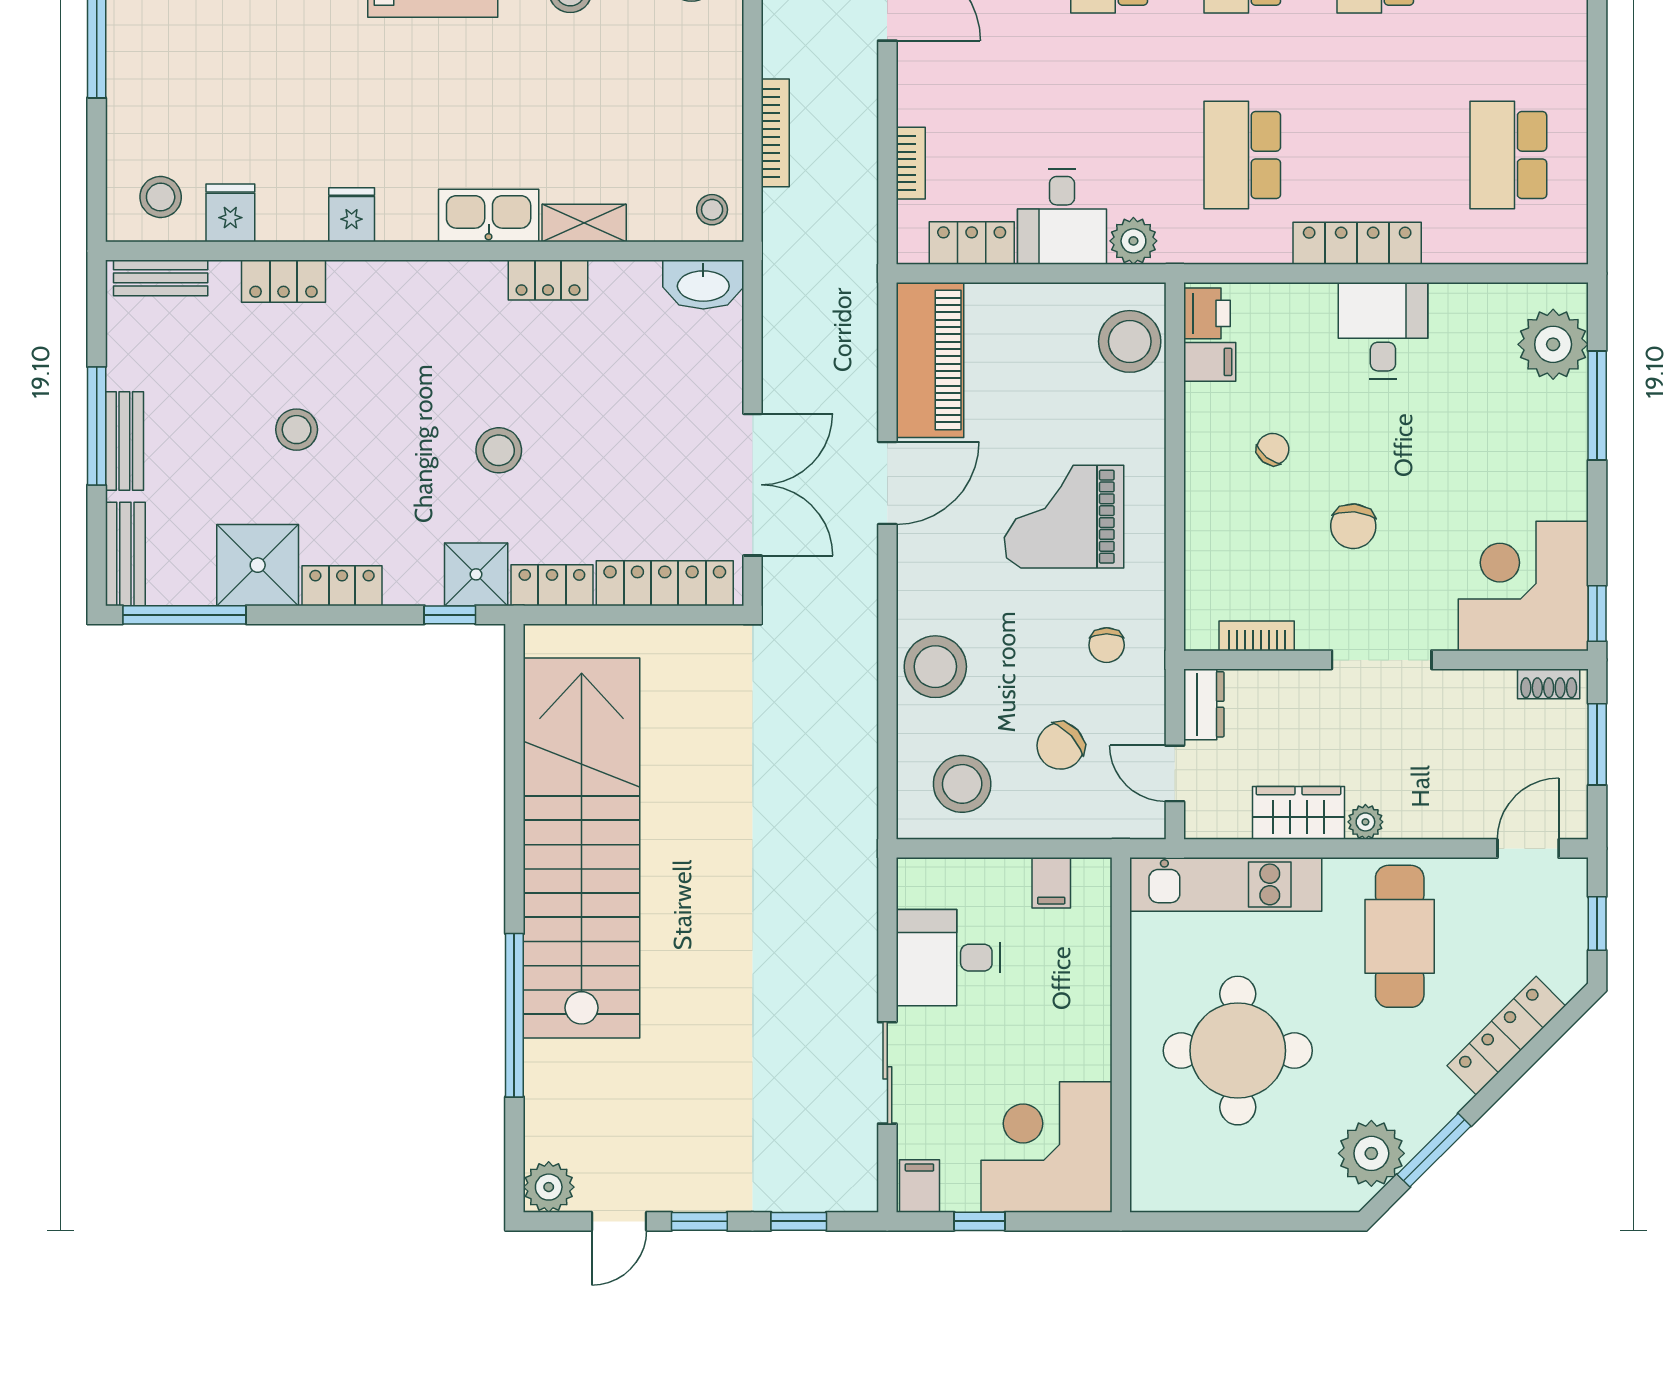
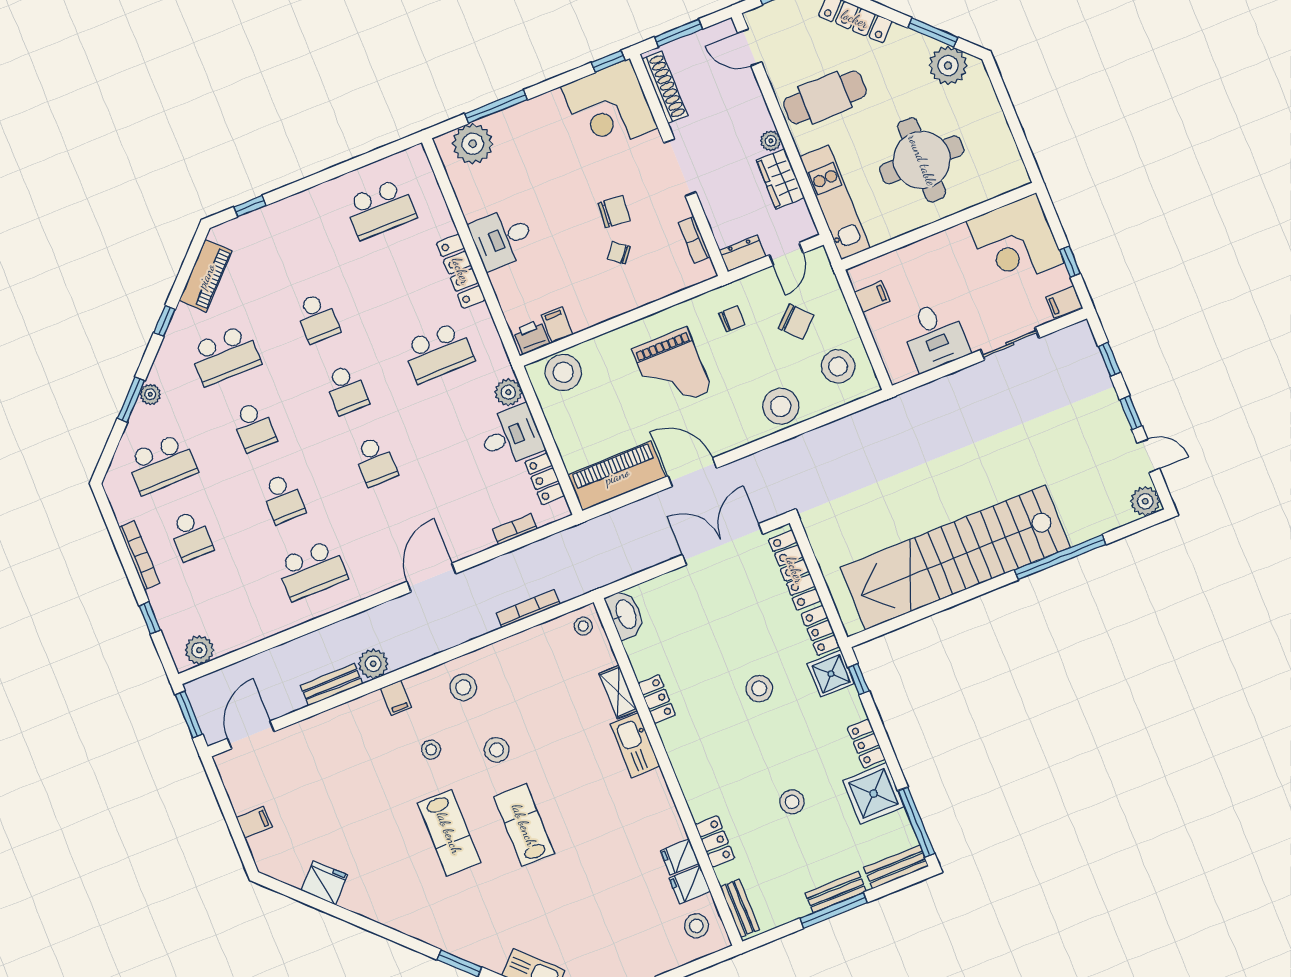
fridge: (352, 215) -> (680, 857), moved
chair: (1273, 449) -> (619, 253), moved
shoe rack: (1549, 684) -> (665, 87), width x1.94, depth x1.24

